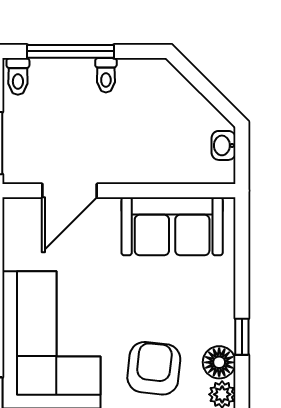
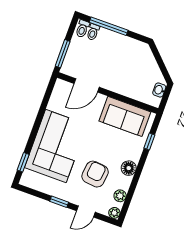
toilet: (106, 75) -> (93, 32), moved
window: (242, 337) -> (149, 141), moved
floor lamp: (219, 362) -> (129, 168), moved

